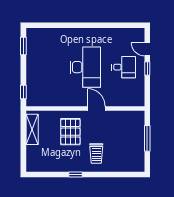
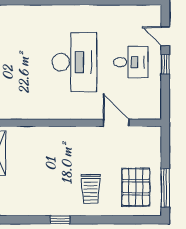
door: (96, 108) -> (116, 123), moved
pallet: (70, 132) -> (136, 187), moved
window: (147, 138) -> (165, 188), moved

